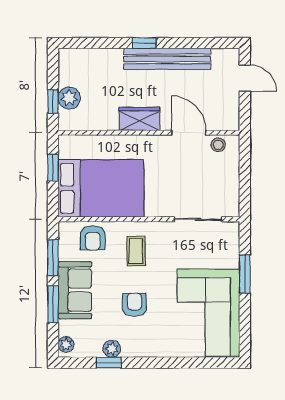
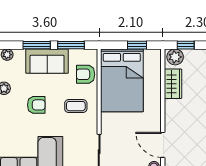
plant: (69, 98) -> (175, 57), moved
wardrobe: (139, 119) -> (173, 84), moved
door: (189, 133) -> (163, 145), swing flipped

